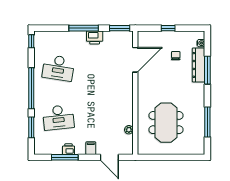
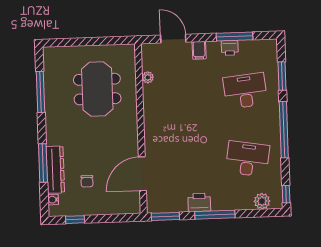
window: (168, 28) -> (75, 220), moved
plant: (49, 37) -> (262, 201), added

